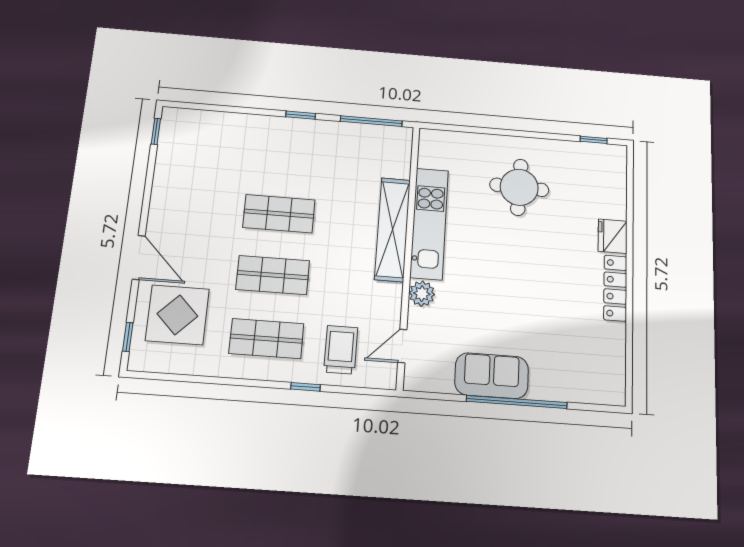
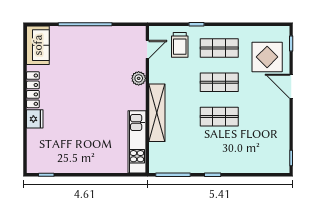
round table: (519, 187) -> (88, 143), removed
kitchen unit: (429, 224) -> (137, 142), moved
sofa: (492, 376) -> (38, 45), moved, turned -90

